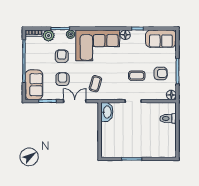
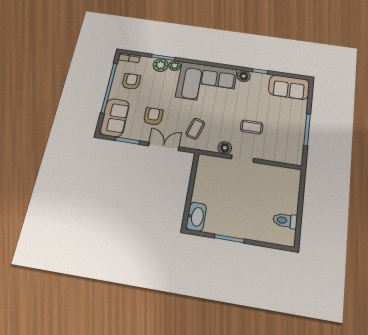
plant: (49, 36) -> (161, 65), moved
armchair: (62, 56) -> (131, 81), moved
armchair: (161, 73) -> (284, 129), removed
floor lamp: (171, 95) -> (225, 148), moved
washbasin: (107, 112) -> (196, 217), moved
toilet: (168, 118) -> (285, 221), moved

